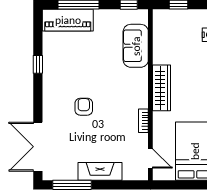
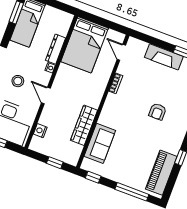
piano: (68, 20) -> (161, 173), moved, turned -90
wardrobe: (162, 88) -> (84, 125), moved

